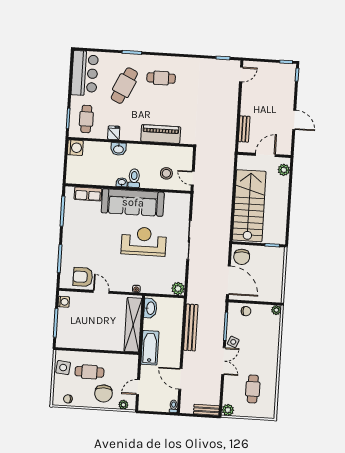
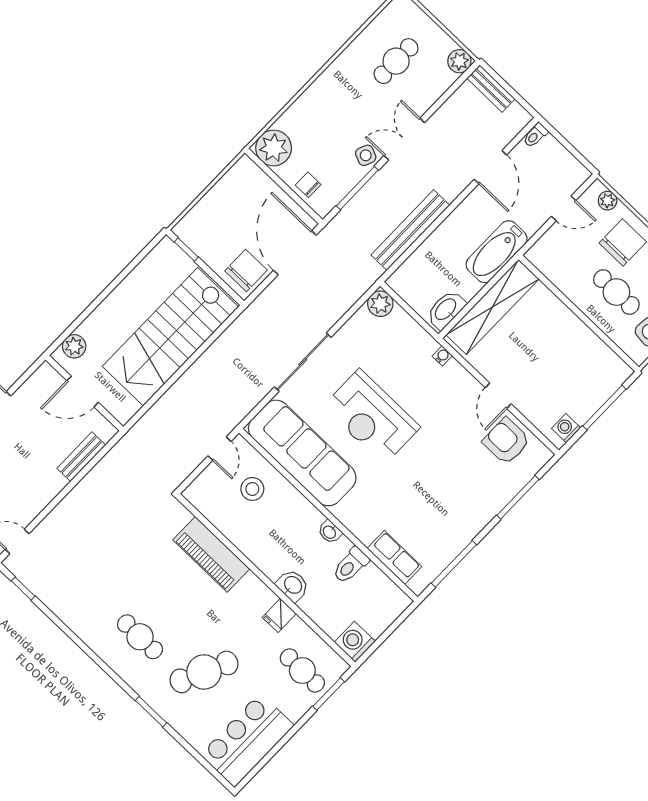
cafe table: (86, 119) -> (302, 670), turned 90
toilet: (134, 178) -> (351, 565), moved
sofa: (133, 202) -> (302, 453), moved
armchair: (83, 277) -> (506, 441), turned 180
plant: (276, 310) -> (274, 148), width x1.88, depth x1.88

